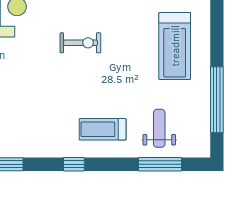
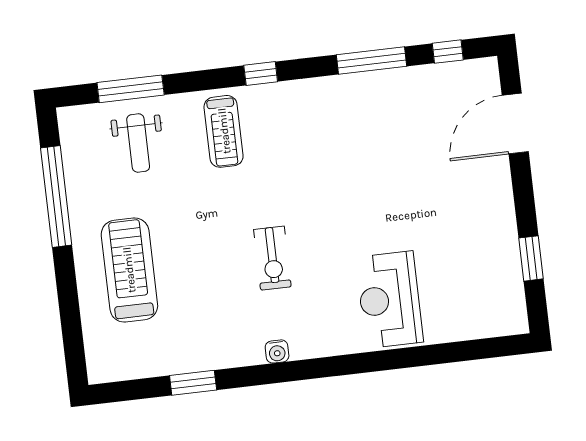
exercise bike: (80, 43) -> (272, 258), turned -90
treadmill: (103, 129) -> (224, 131), turned 90

